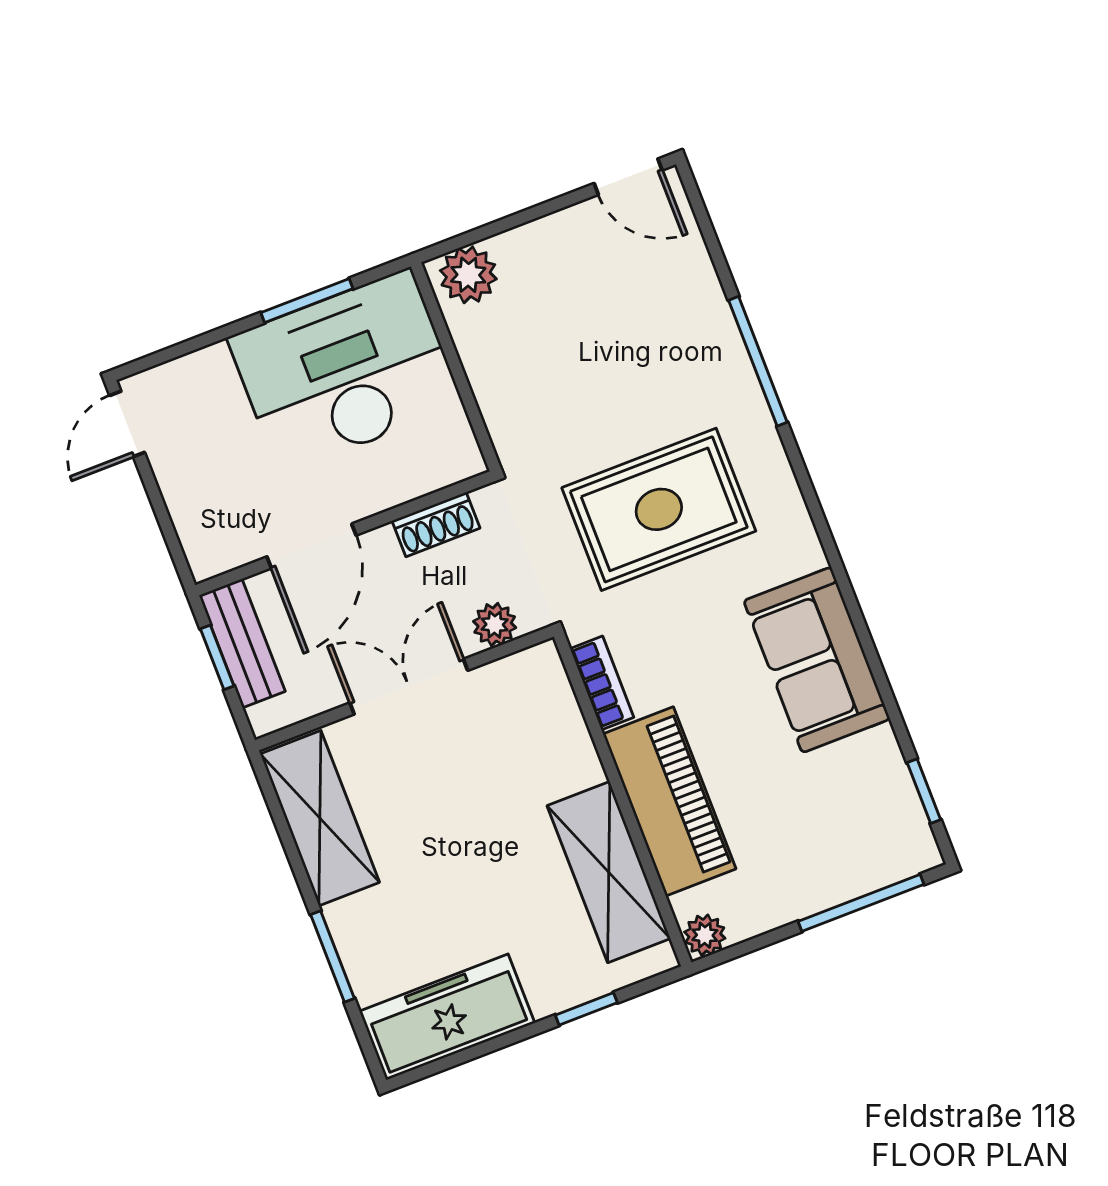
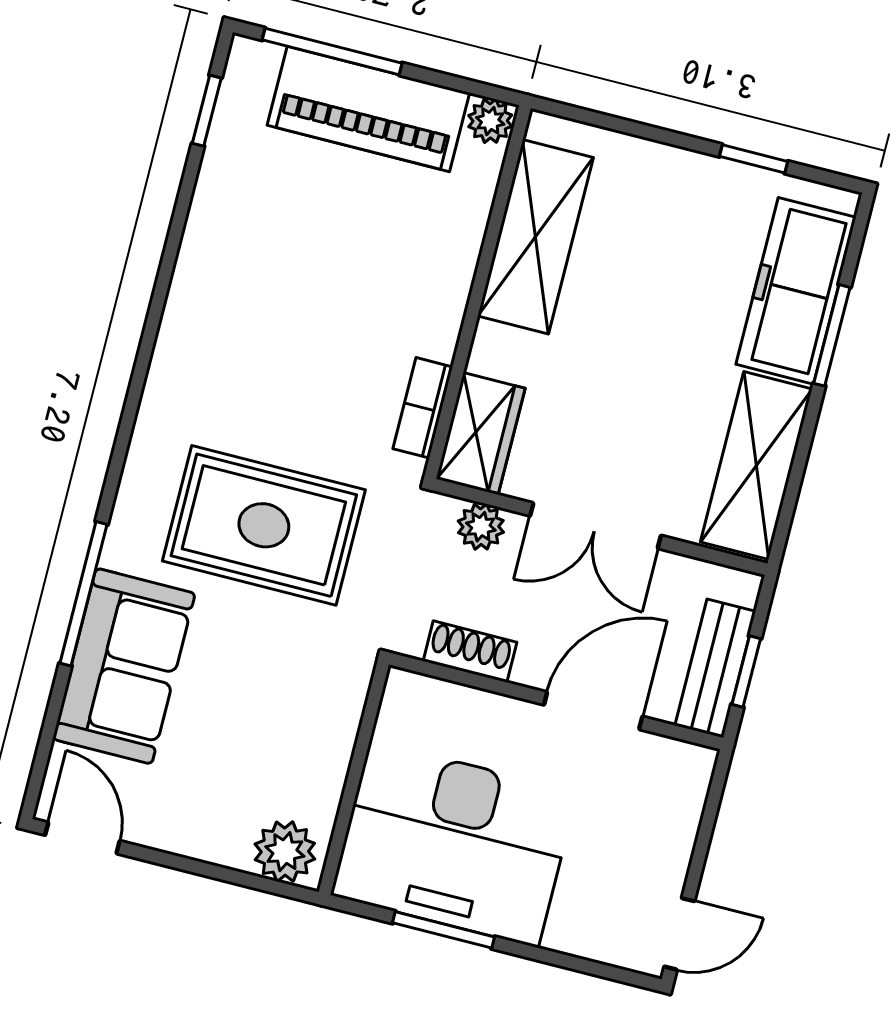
sofa: (817, 660) -> (124, 666), moved
wardrobe: (545, 694) -> (481, 434), added
piano: (669, 801) -> (368, 109), moved, turned -90
window: (586, 1009) -> (754, 159), moved
freezer: (447, 1017) -> (796, 291), moved, turned 90

